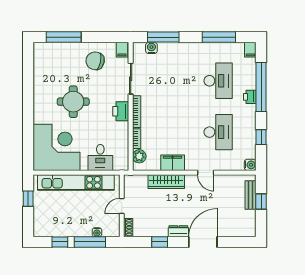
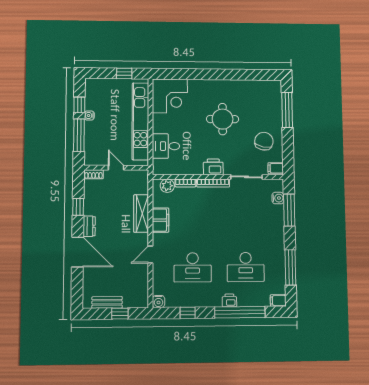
corner desk: (57, 147) -> (170, 96), width x0.74, depth x0.74
bench: (251, 195) -> (107, 302), moved
water cooler: (97, 232) -> (89, 116), moved

